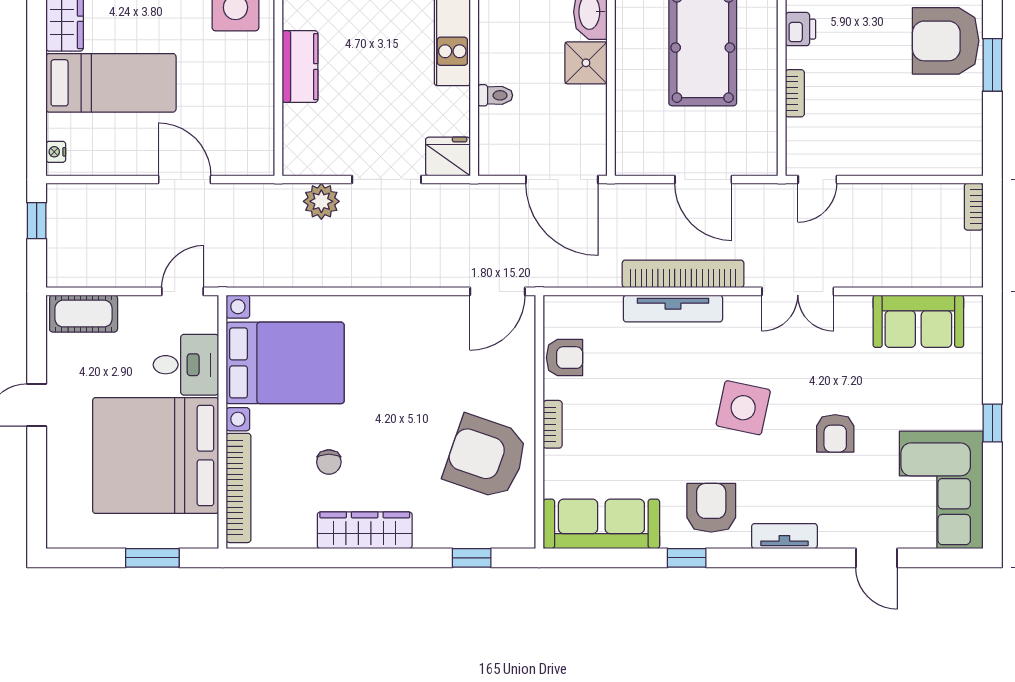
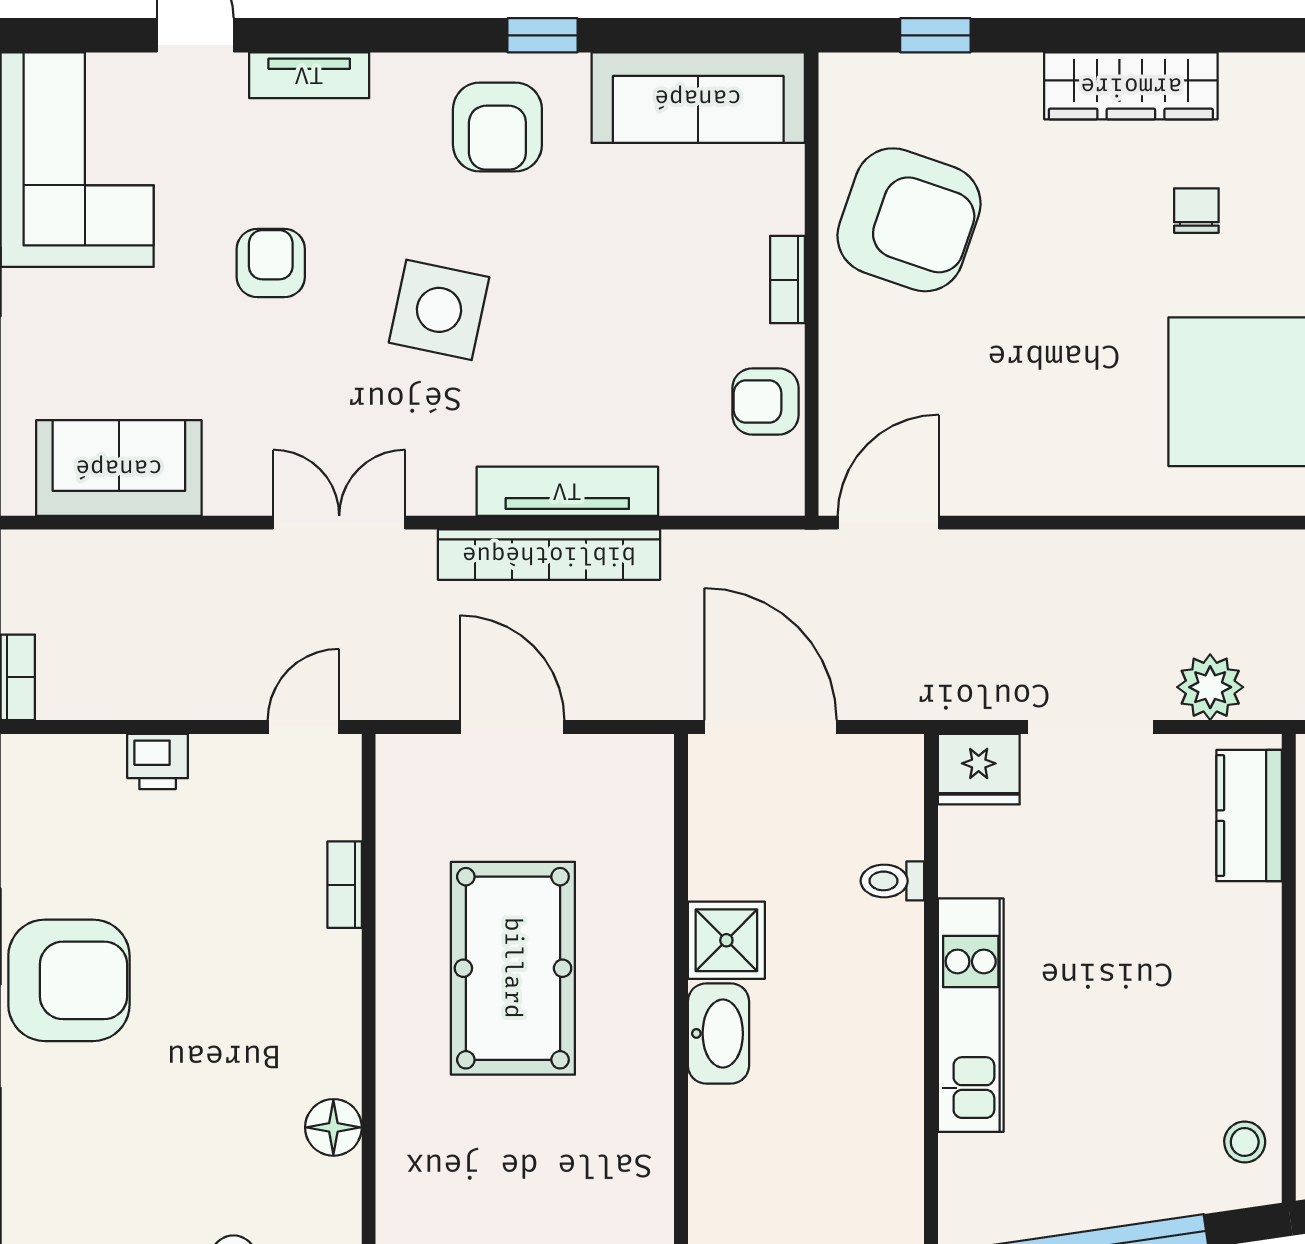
printer: (801, 29) -> (158, 761), moved, turned -90
kitchen counter: (300, 67) -> (1249, 816), moved
tv unit: (784, 536) -> (309, 75), moved

